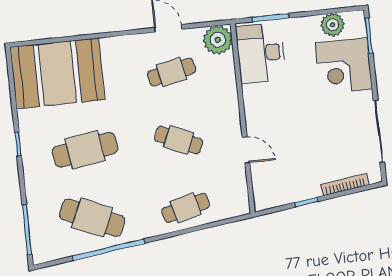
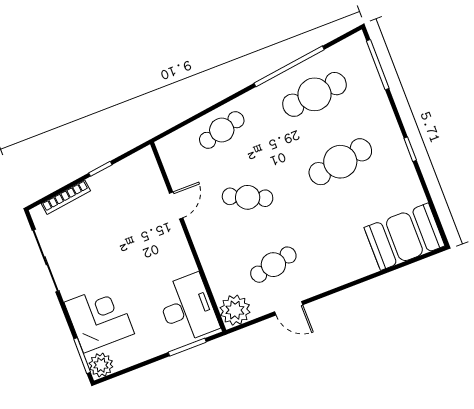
plant: (333, 25) -> (101, 365), moved
booth: (57, 73) -> (404, 237), width x0.73, depth x0.70
door: (246, 150) -> (176, 206), swing flipped
cafe table: (92, 218) -> (314, 94), turned -30

